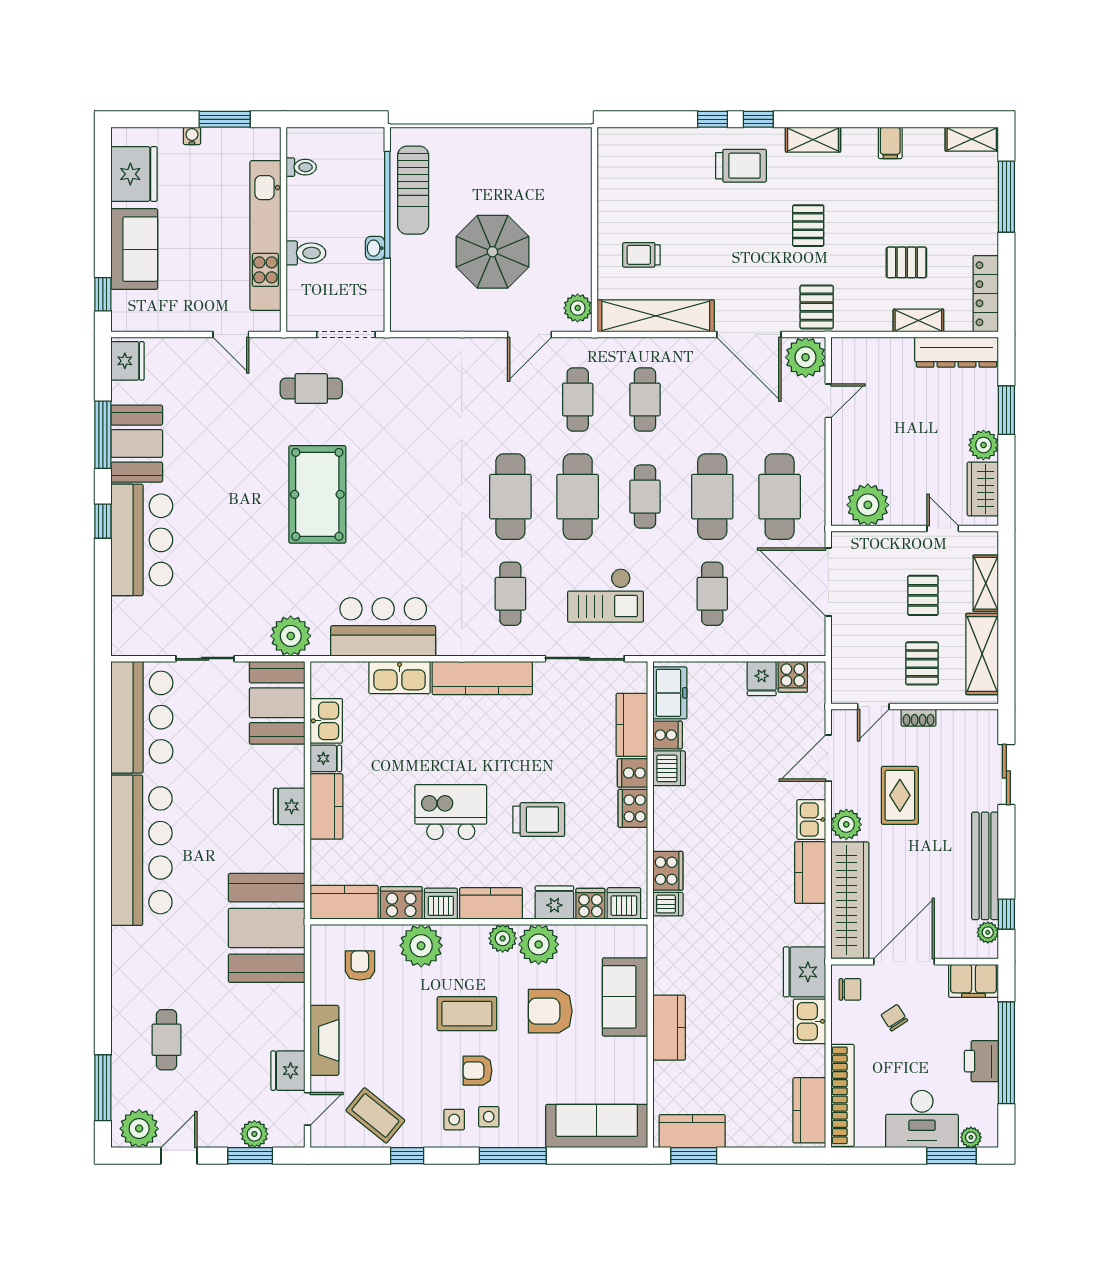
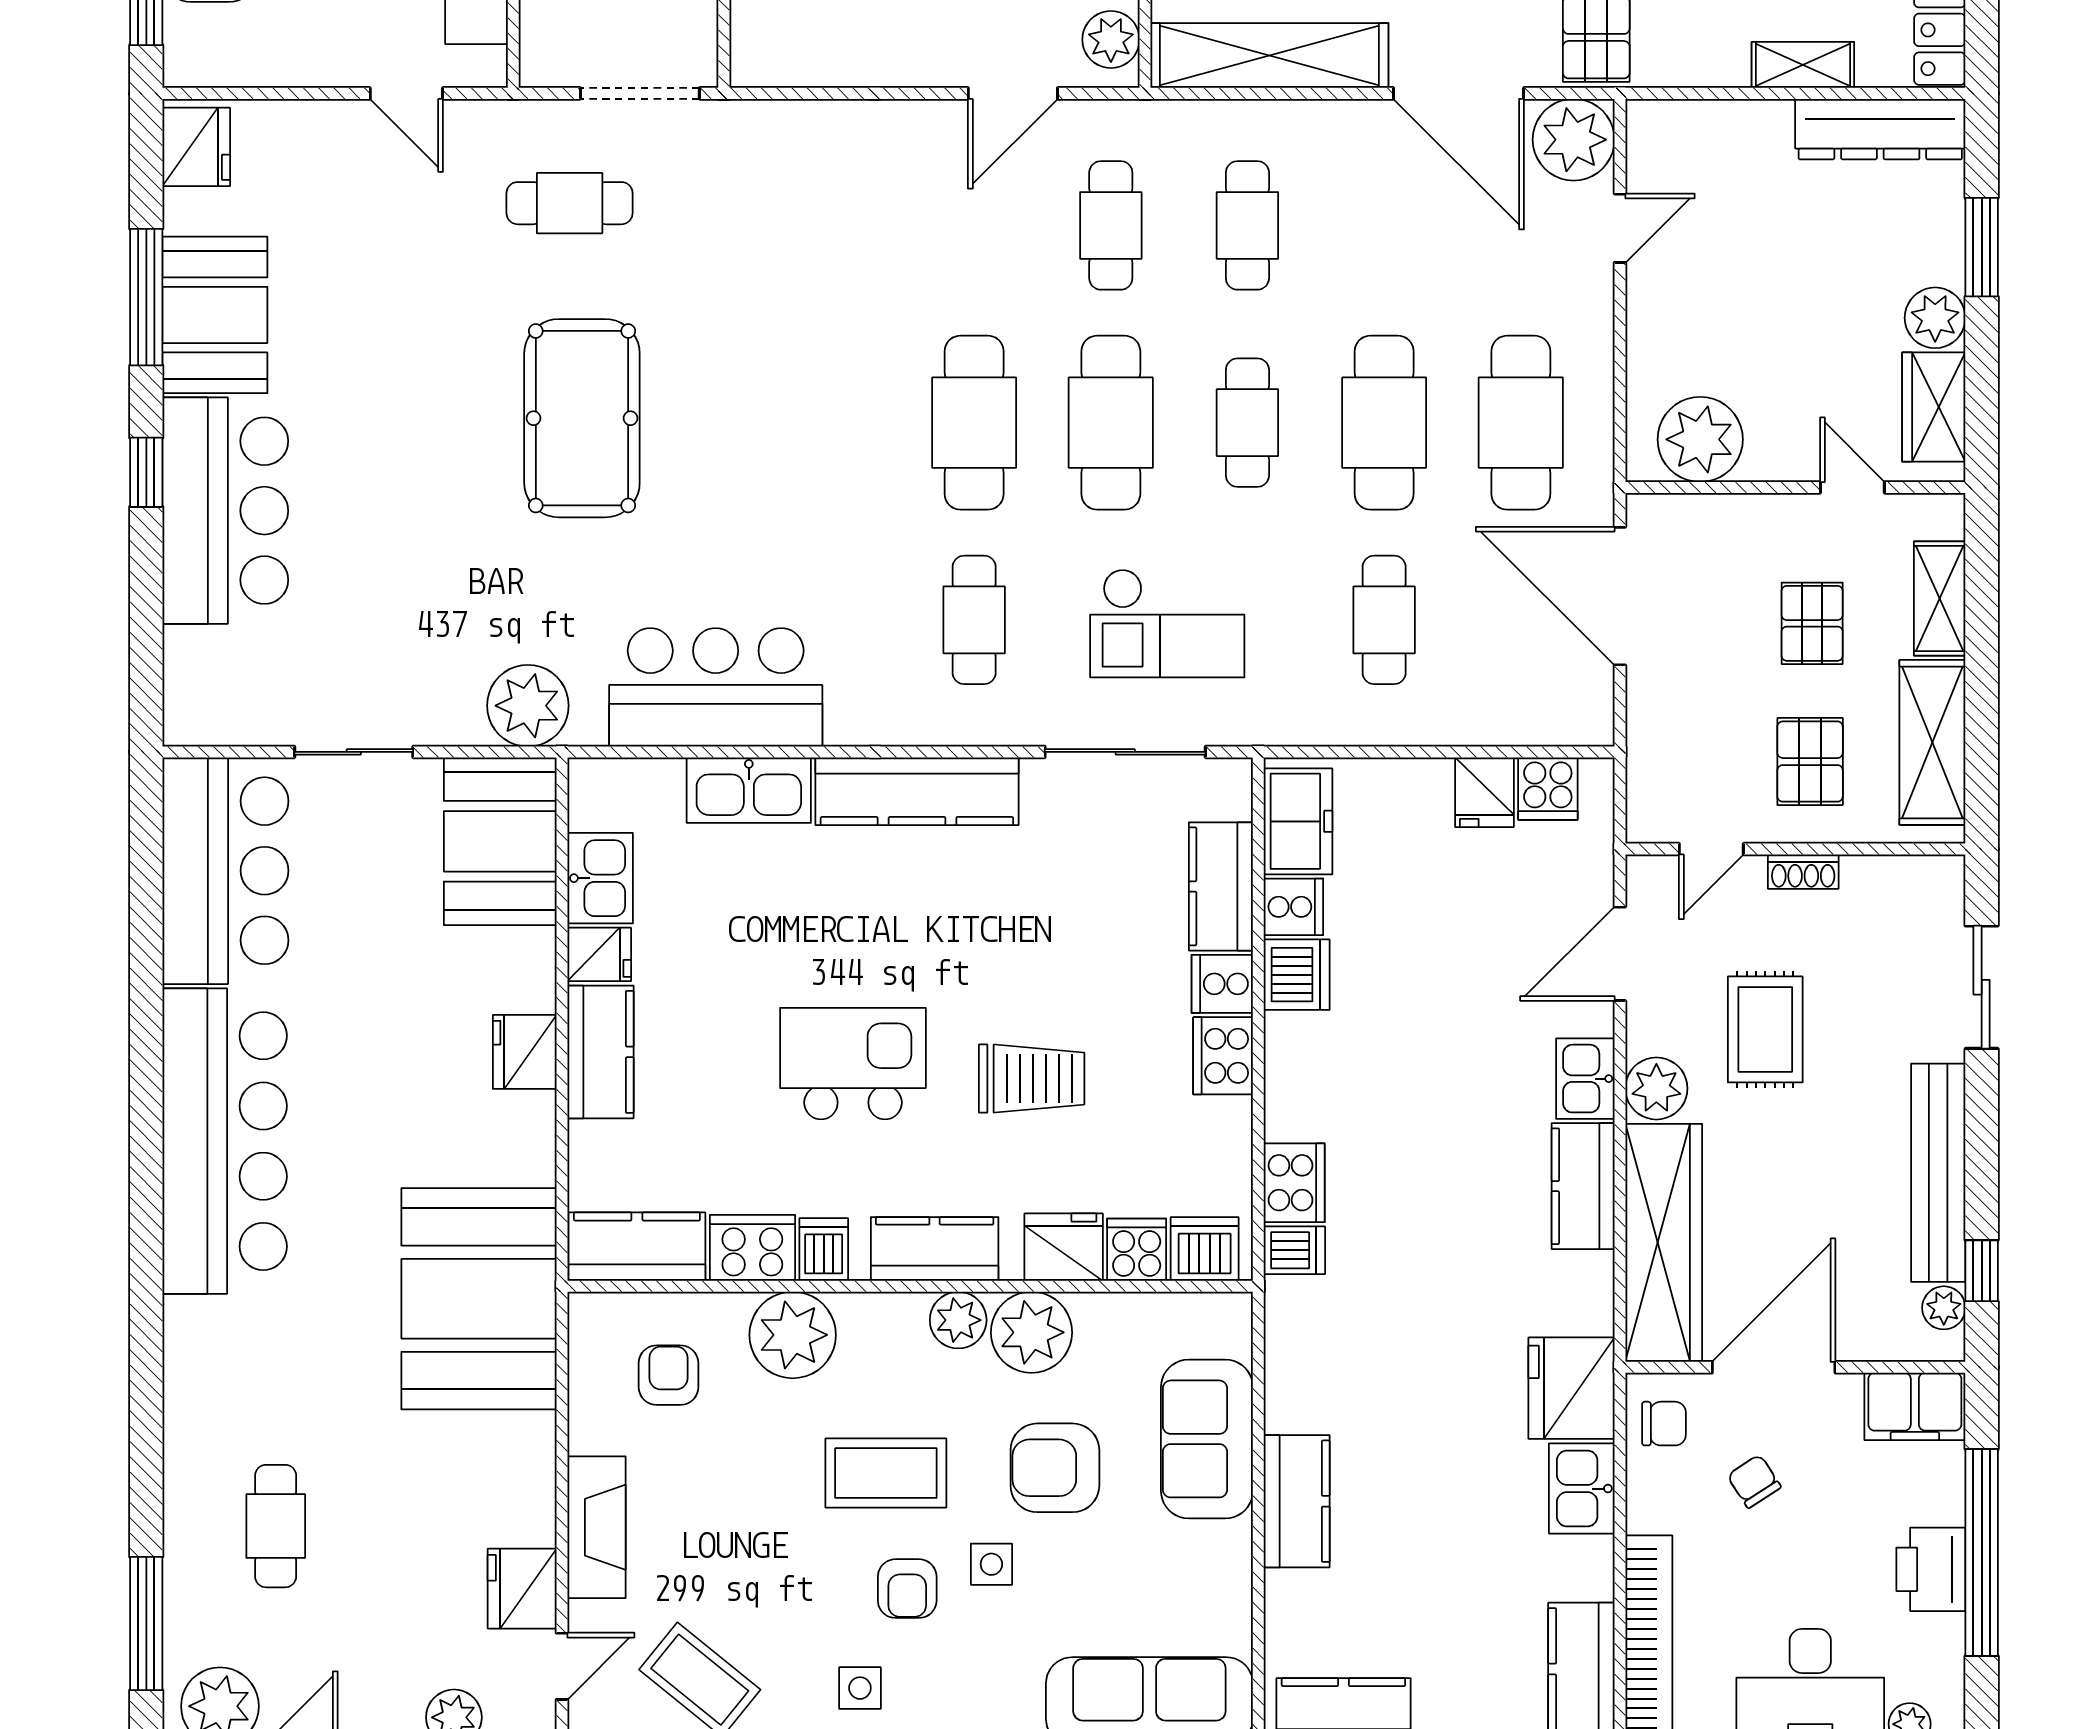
dishwasher: (441, 904) -> (824, 1250), width x0.73
armchair: (477, 1071) -> (907, 1589), turned -90
side table: (489, 1117) -> (991, 1564), moved

